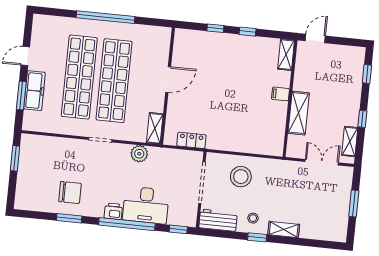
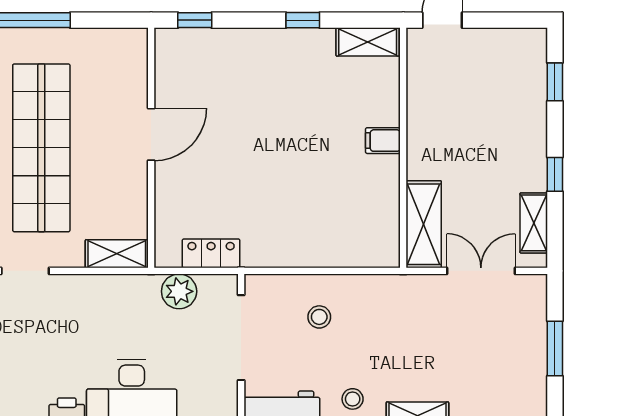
window: (215, 28) -> (195, 20), moved
shelving: (286, 55) -> (368, 42), moved, turned 90
shelving: (299, 113) -> (424, 224), moved
shelving: (155, 128) -> (117, 254), moved, turned 90
plant: (139, 154) -> (179, 291), moved
stool: (241, 177) -> (319, 317), width x0.53, depth x0.53

